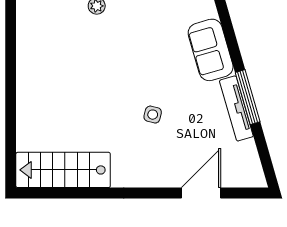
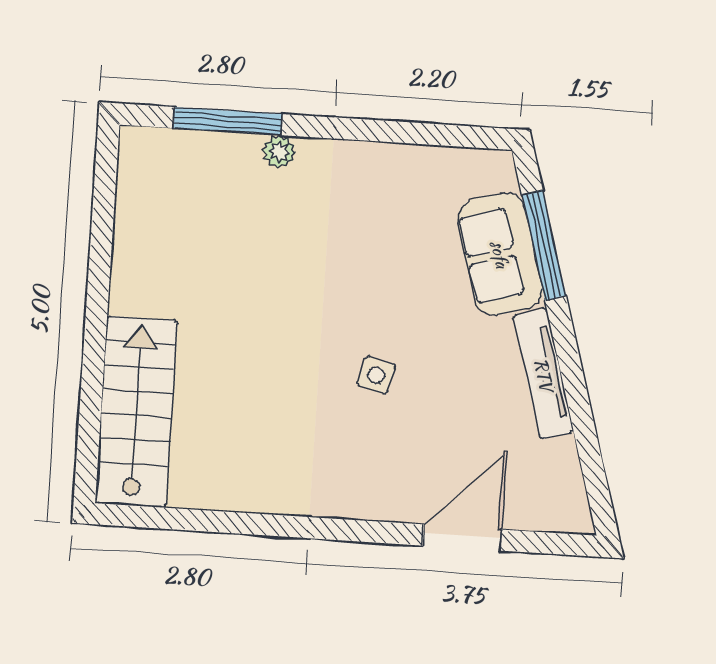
window: (248, 97) -> (544, 245), moved
stairs: (63, 170) -> (136, 412), moved, turned 90

